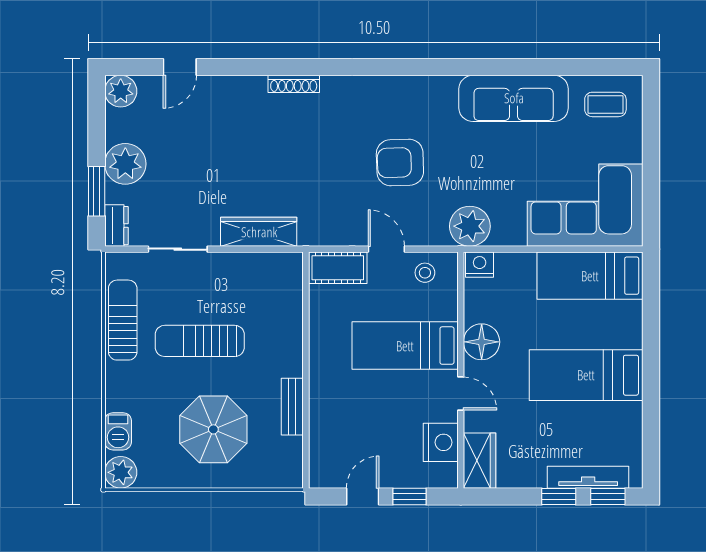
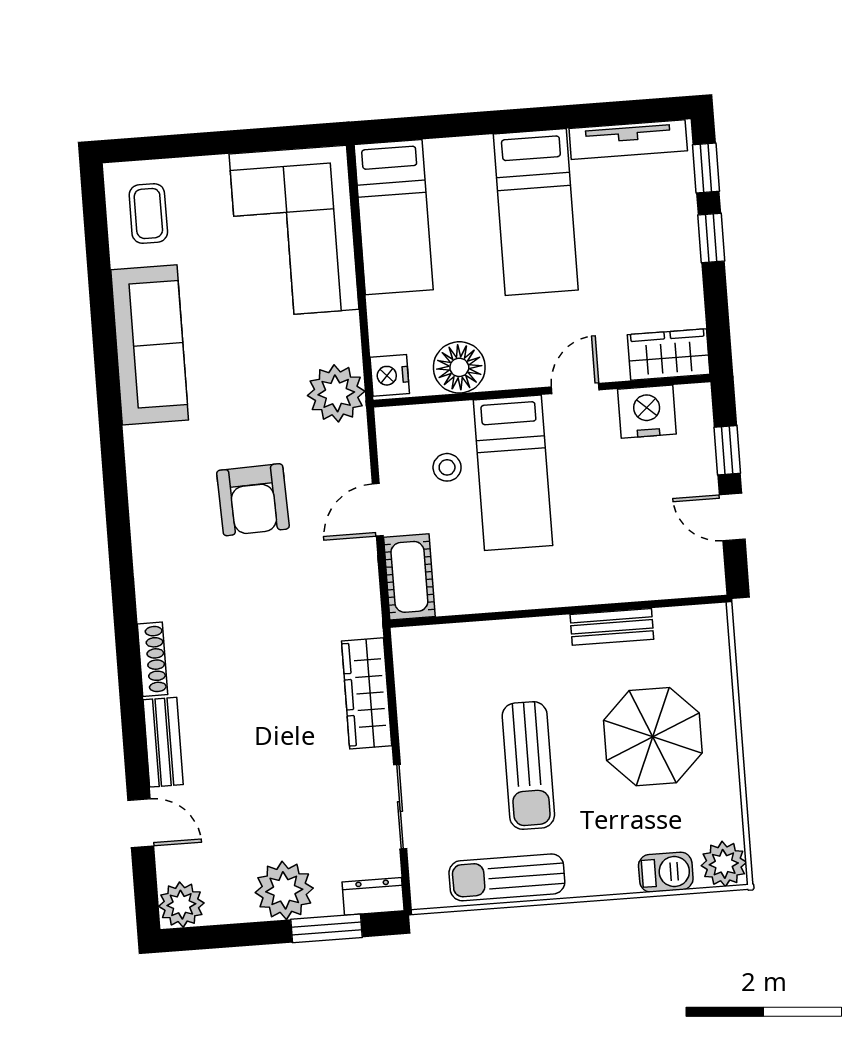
bench: (235, 87) -> (163, 742), added
stool: (425, 273) -> (447, 467), moved
floor lamp: (482, 342) -> (459, 367), moved
tv unit: (588, 477) -> (628, 140), moved, turned -90

